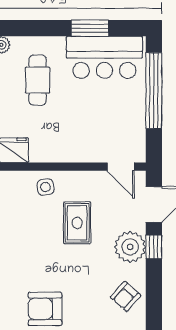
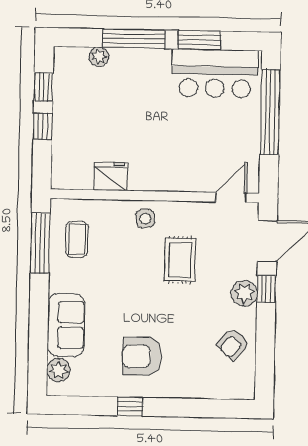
window: (32, 28) -> (134, 39), added
cafe table: (38, 80) -> (139, 98), removed
door: (121, 167) -> (231, 197), swing flipped
plant: (130, 247) -> (244, 293), width x0.73, depth x0.73

